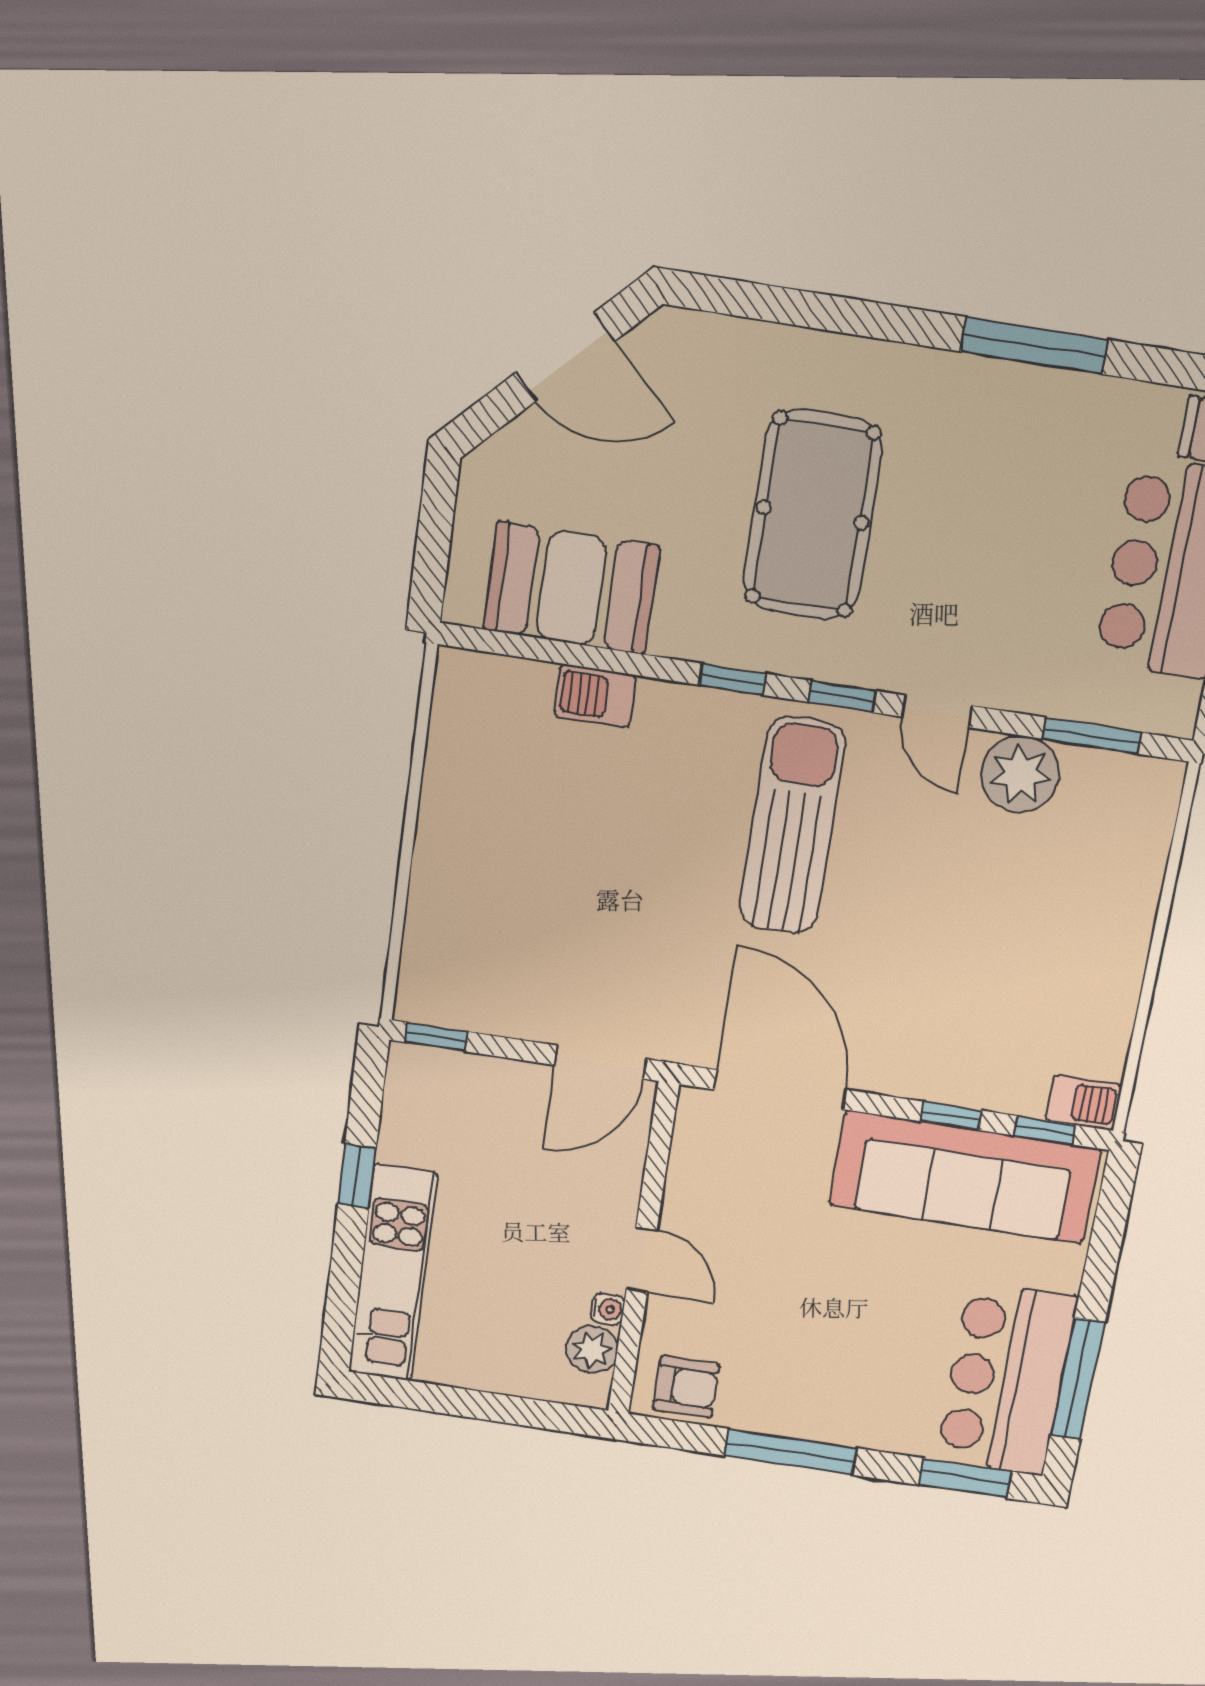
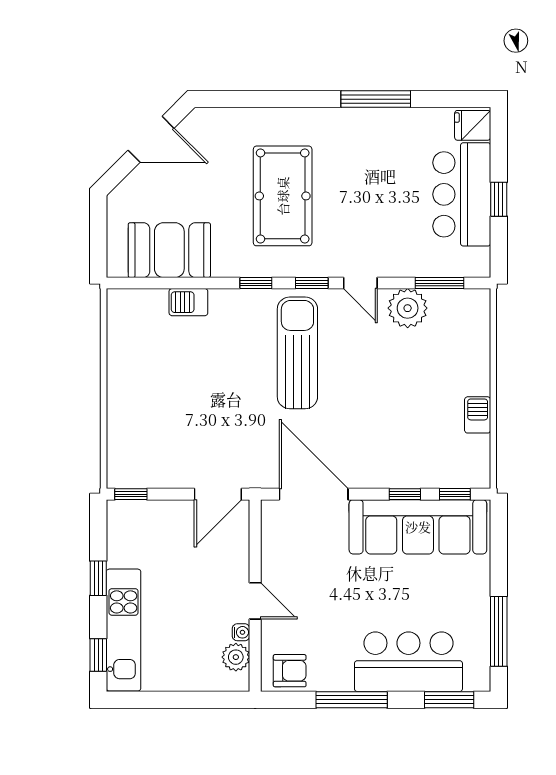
barbecue: (1084, 1103) -> (478, 415), moved, turned -90
window: (341, 1308) -> (98, 655), added
bar counter: (1006, 1379) -> (408, 662), moved, turned 90

